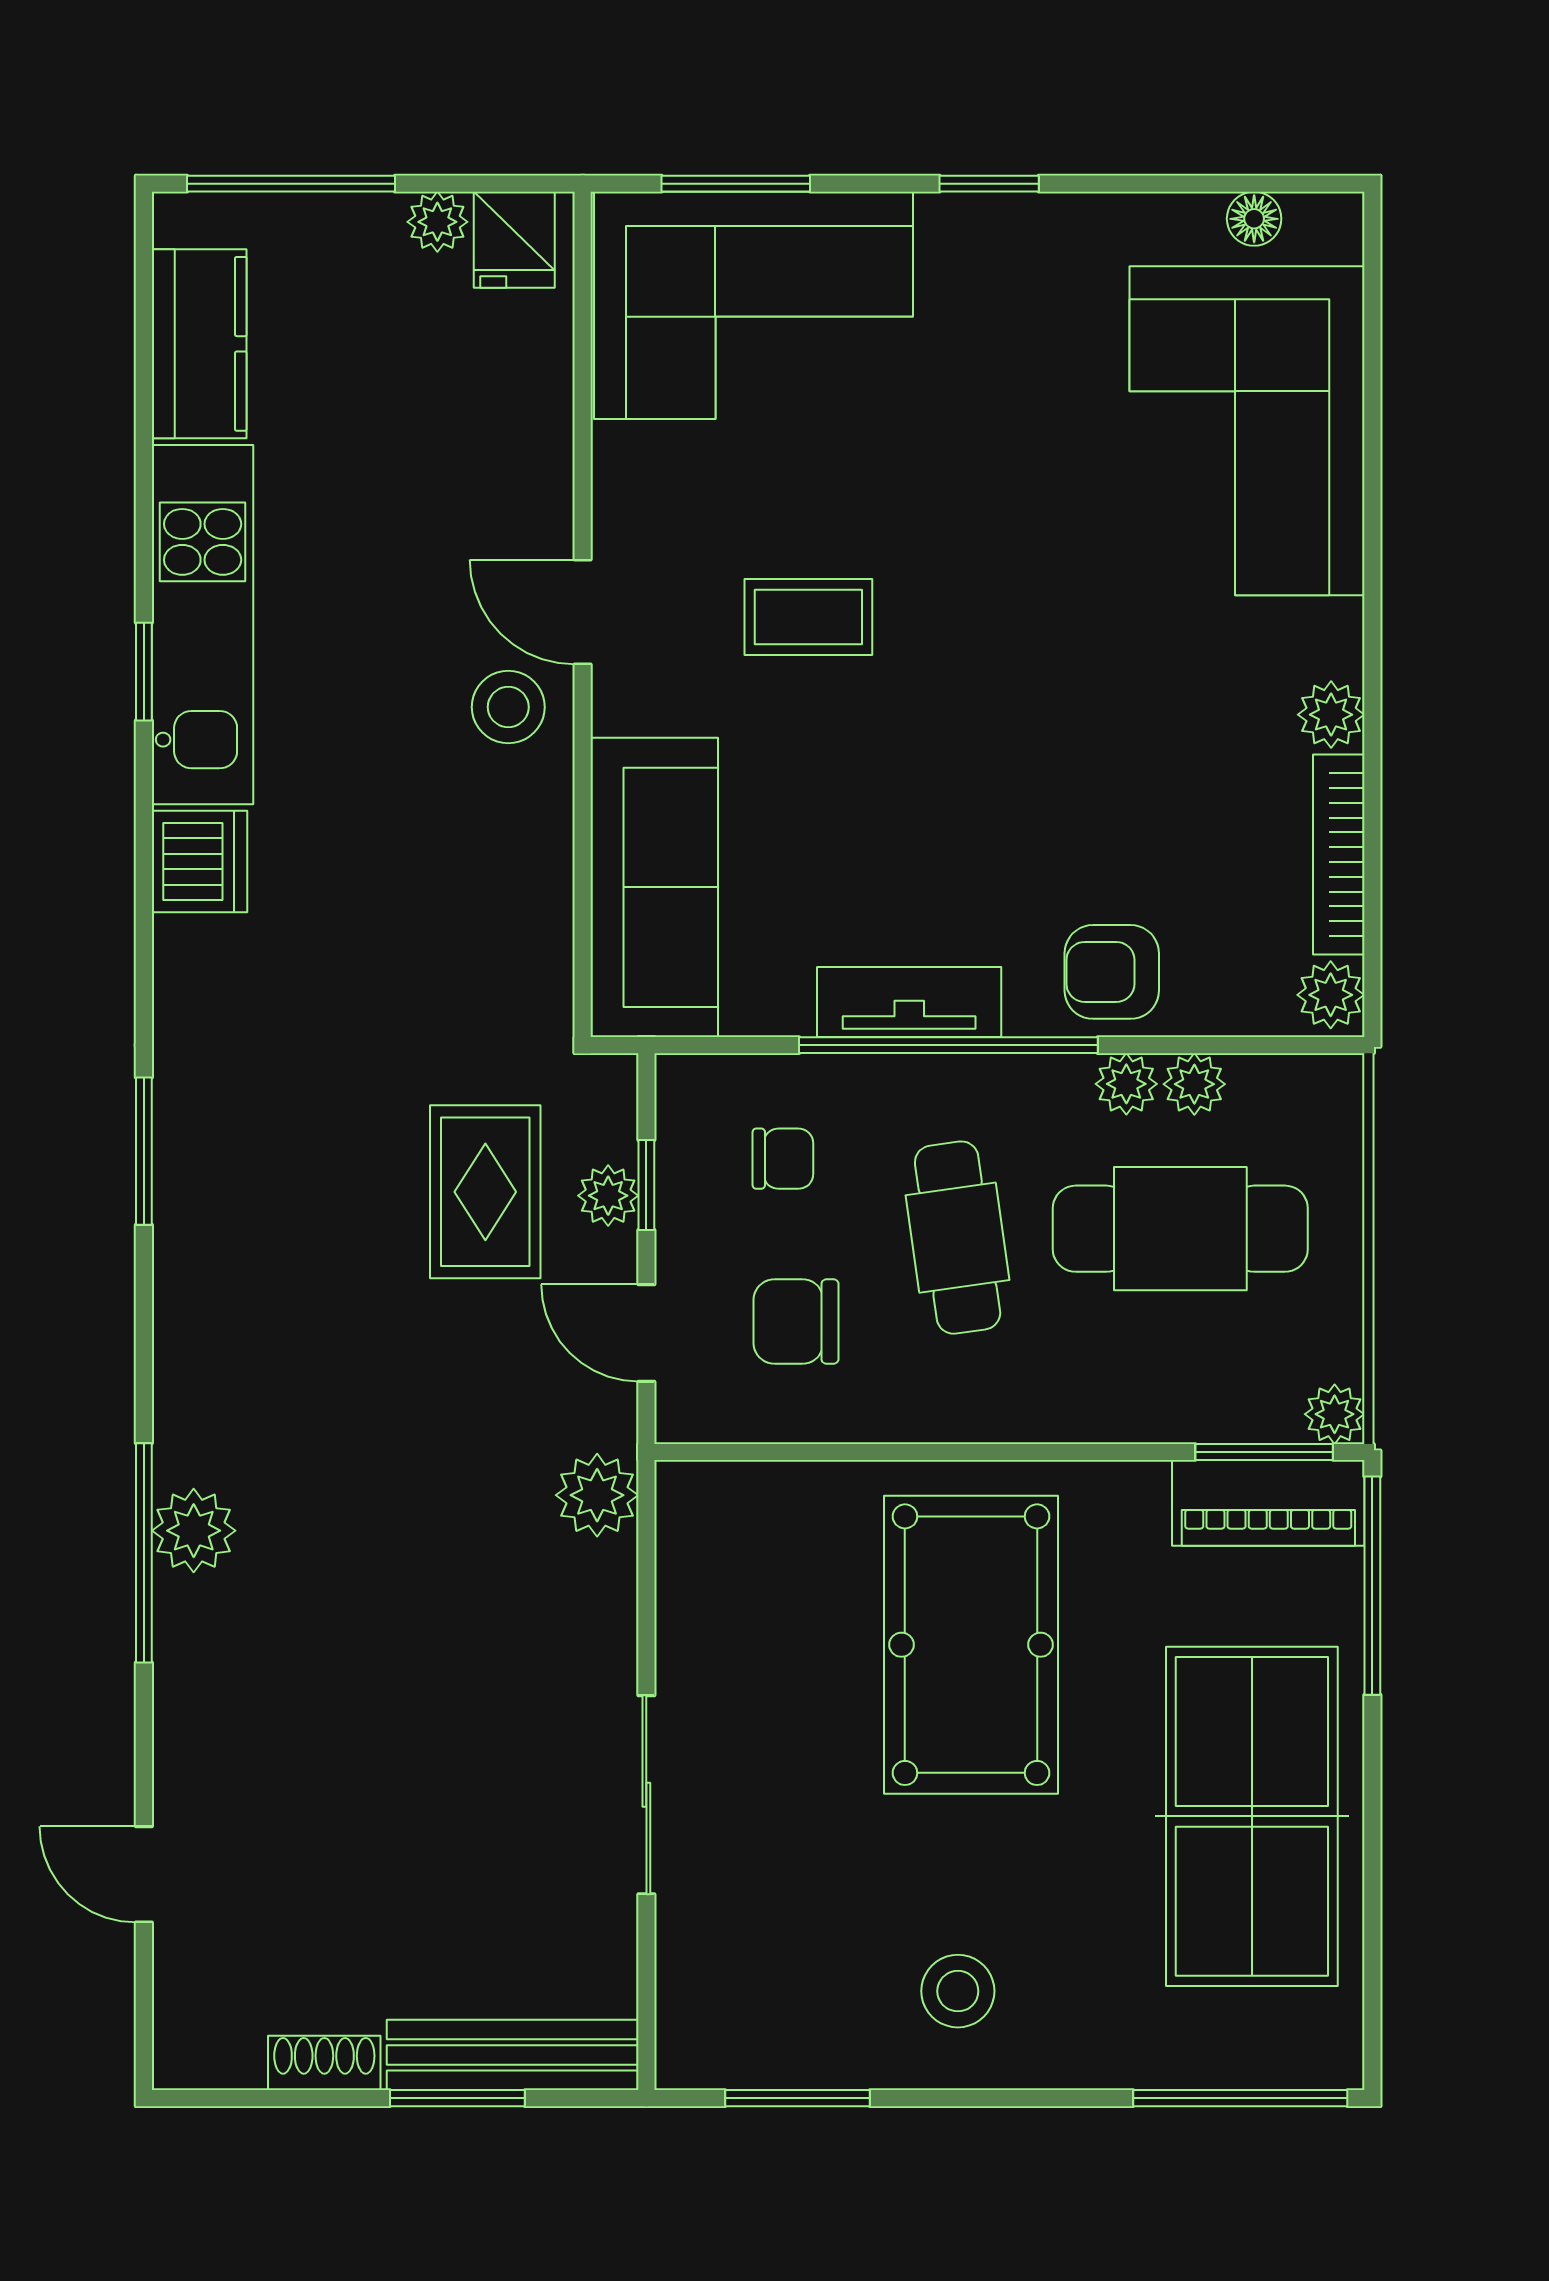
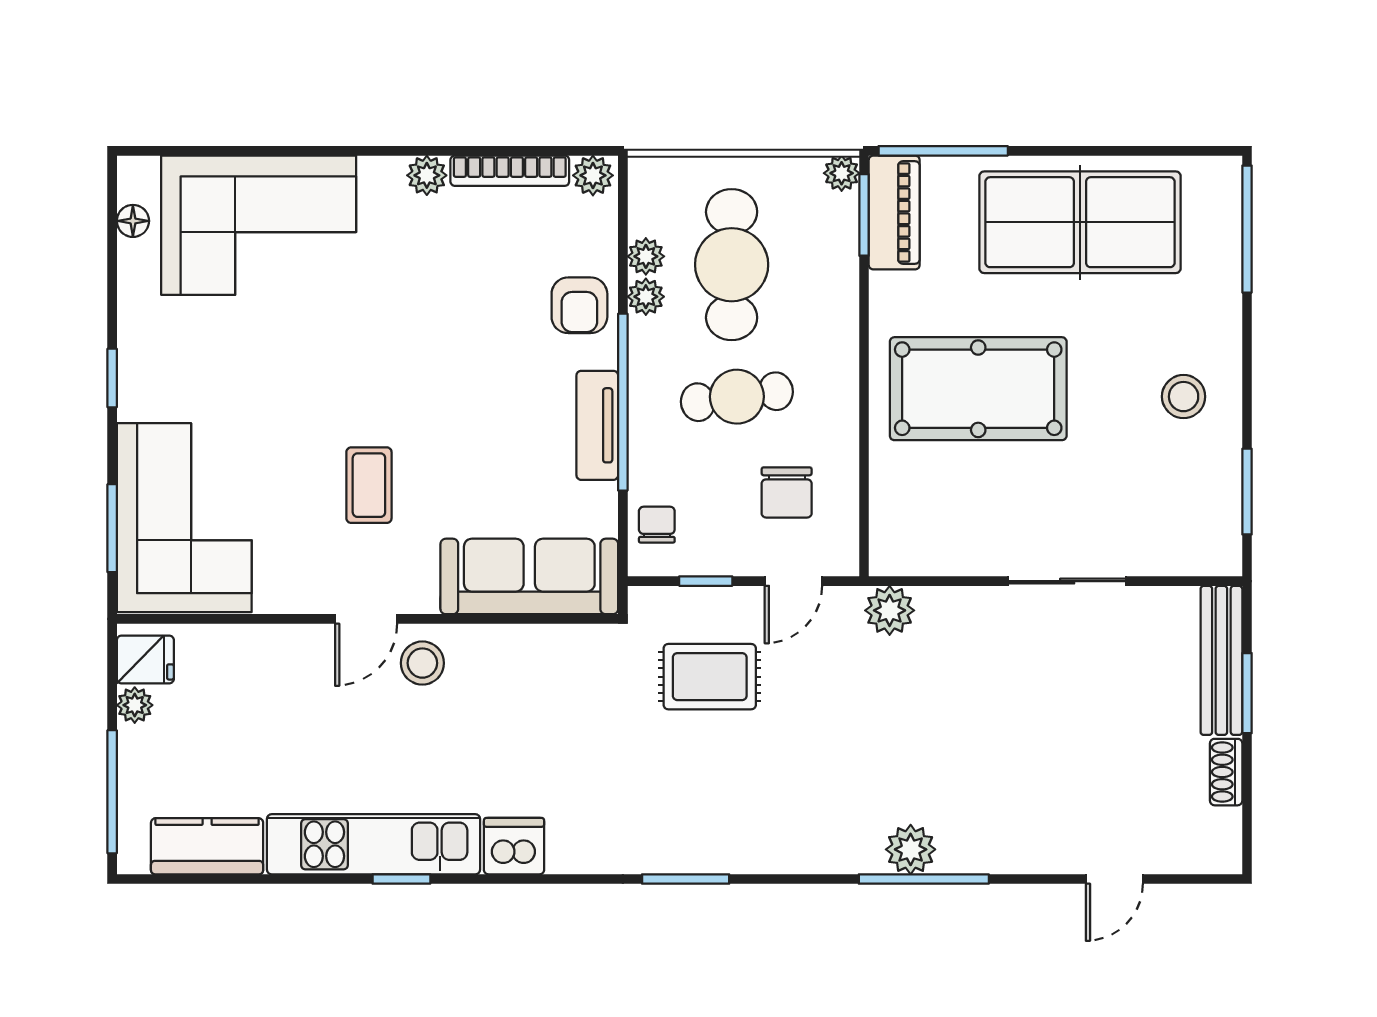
chair: (783, 1159) -> (657, 525), moved
plant: (608, 1196) -> (712, 604), removed

